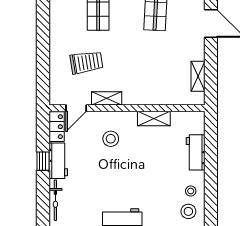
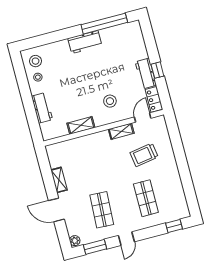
shelving: (198, 76) -> (59, 180), moved
bicycle: (55, 200) -> (140, 43), removed

